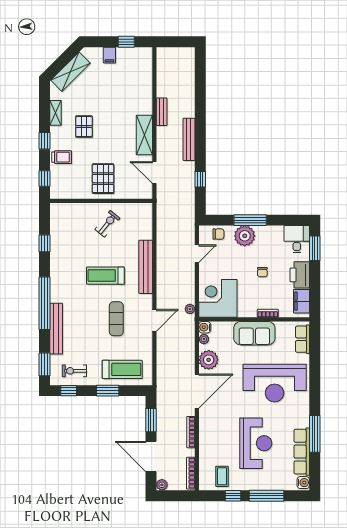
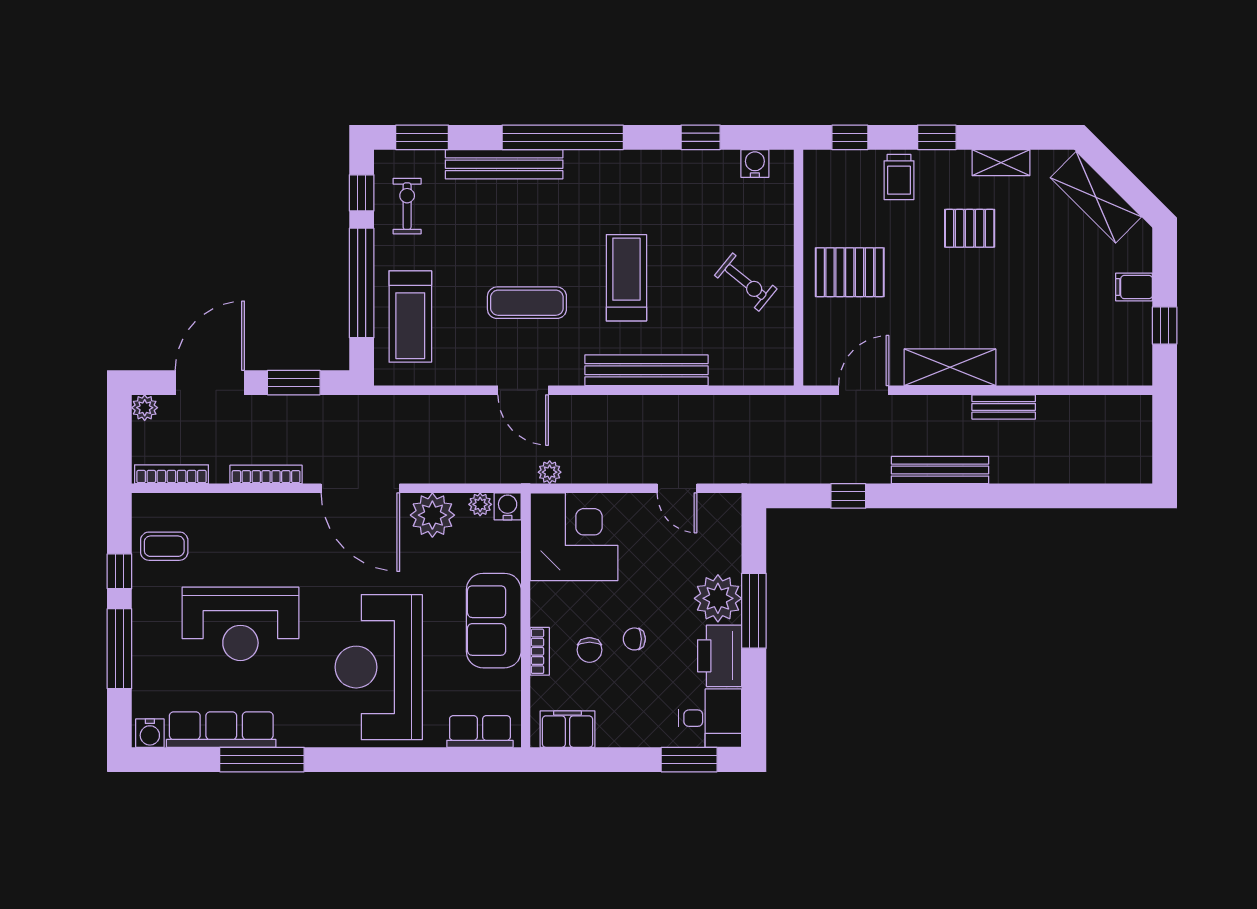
water cooler: (56, 220) -> (755, 163), added
chair: (218, 234) -> (590, 650), moved
printer: (300, 275) -> (720, 656), moved, turned -90
window: (108, 391) -> (362, 283), width x2.11

